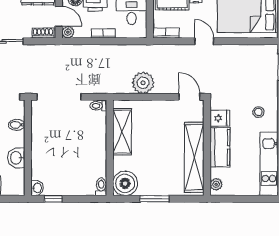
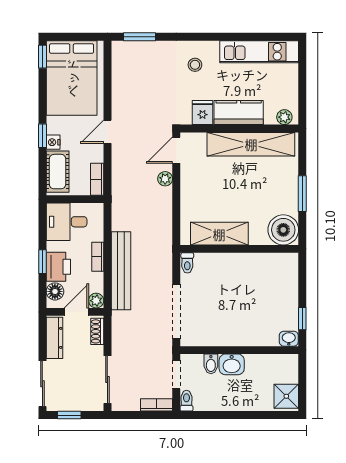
bench: (92, 52) -> (121, 271), added
plant: (143, 83) -> (165, 179), moved, width x0.53, depth x0.53
washbasin: (16, 158) -> (232, 364), moved
toilet: (101, 187) -> (287, 259), removed

